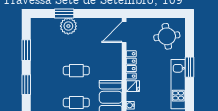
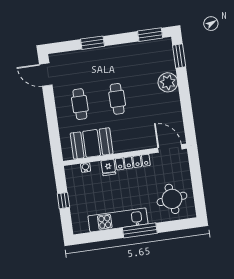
window: (64, 13) -> (179, 56), moved
window: (26, 50) -> (150, 35), moved
window: (190, 67) -> (140, 230), width x1.44

